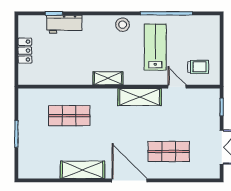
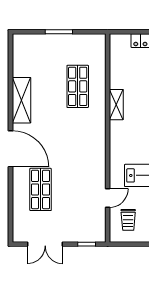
shelving: (108, 78) -> (116, 105), moved
shelving: (140, 97) -> (97, 159), removed
door: (129, 180) -> (11, 149), hinge flipped

